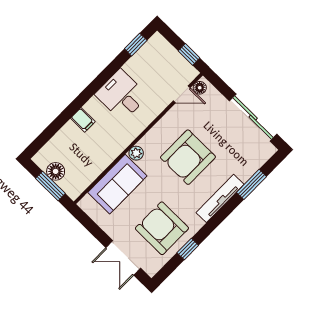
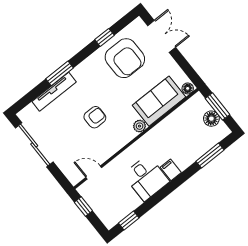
floor lamp: (200, 88) -> (188, 88), moved
filing cabinet: (83, 120) -> (171, 170), moved
window: (52, 129) -> (210, 156), added
armchair: (188, 157) -> (95, 117), width x0.53, depth x0.53
window: (252, 184) -> (60, 73), moved
tv unit: (220, 198) -> (54, 92), moved

